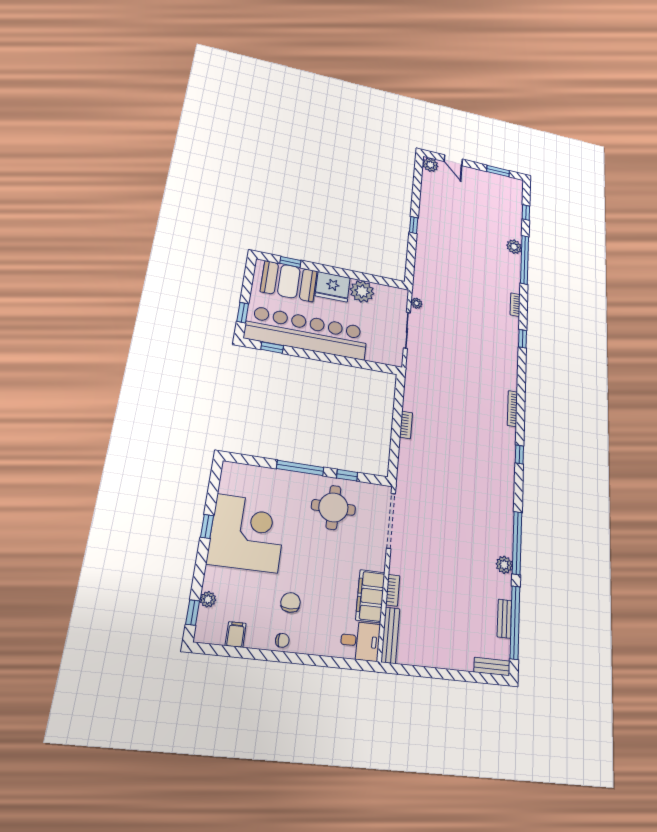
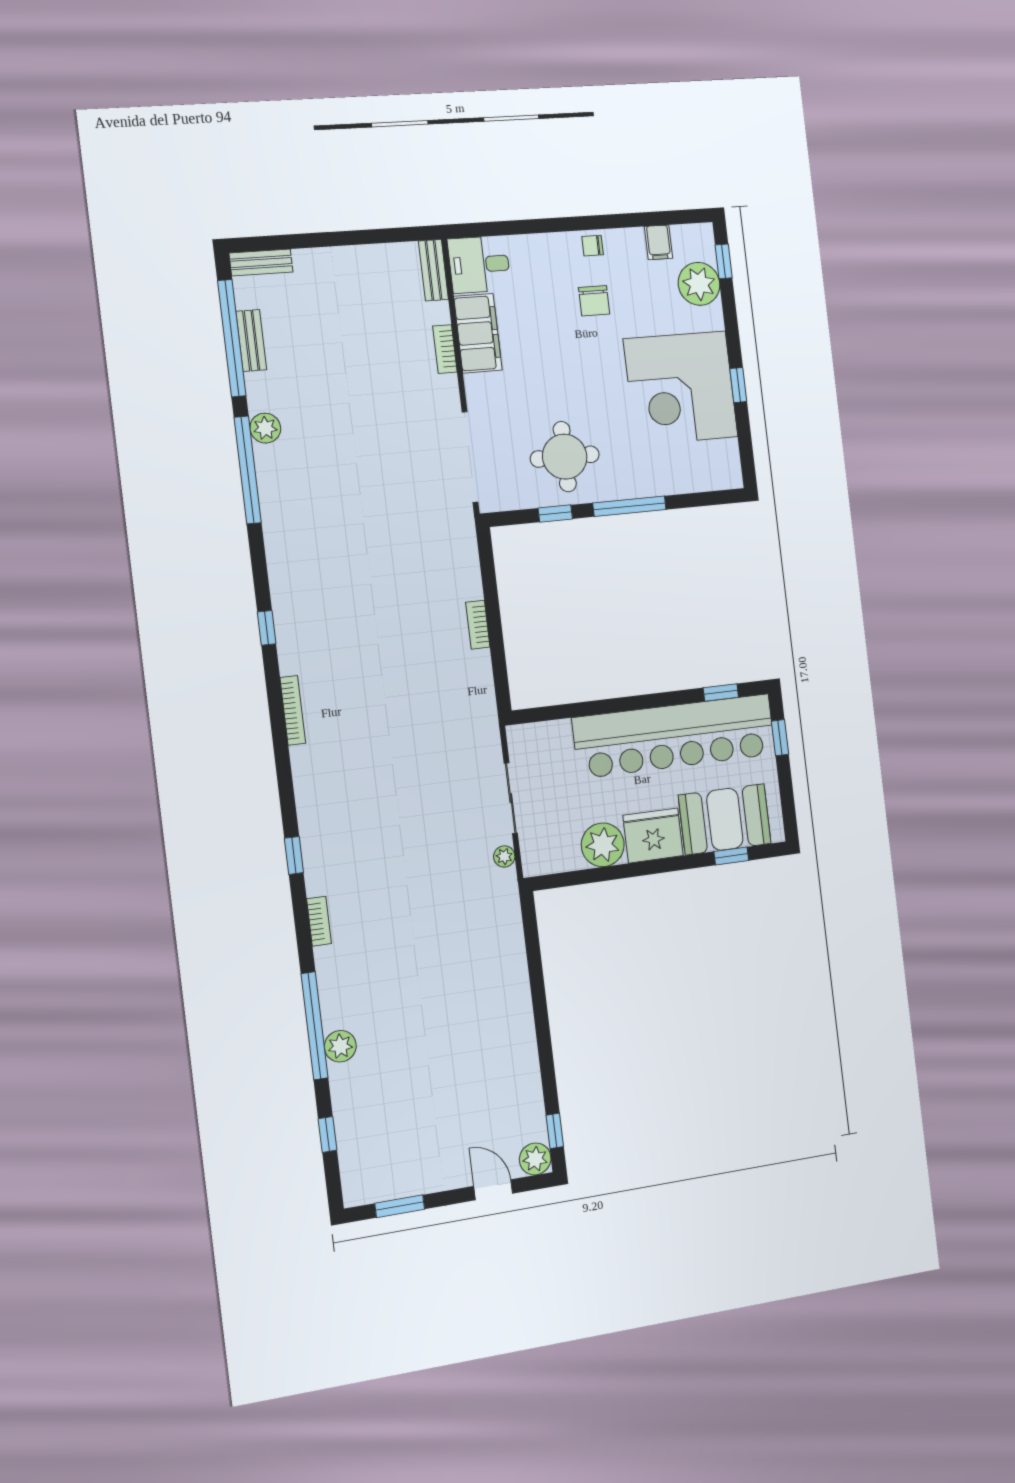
window: (414, 225) -> (555, 1131), moved
plant: (208, 599) -> (699, 284), width x1.87, depth x1.87
bench: (390, 635) -> (433, 270), width x0.73

